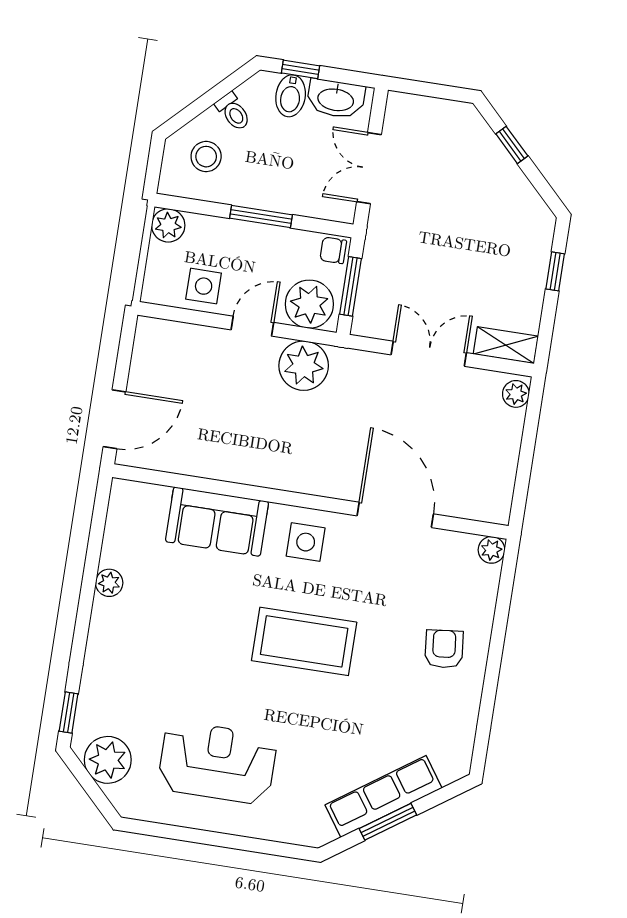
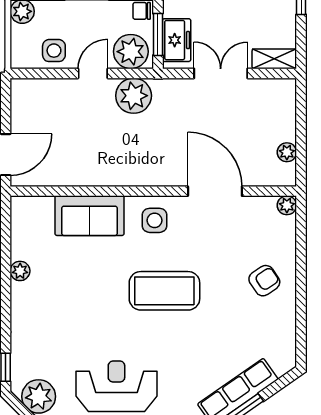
freezer: (375, 298) -> (177, 40), added
plant: (516, 394) -> (287, 152), moved
armchair: (444, 649) -> (264, 281), turned 62

